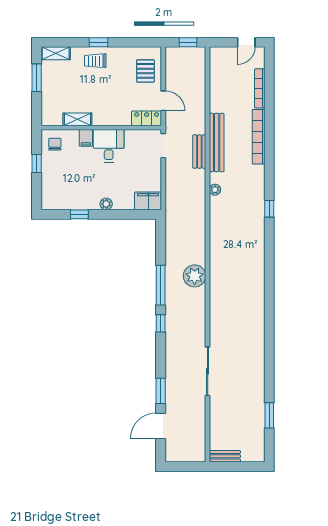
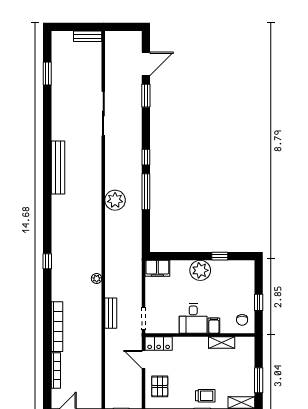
bench: (217, 143) -> (58, 168), moved
plant: (106, 204) -> (200, 270), width x1.88, depth x1.88

